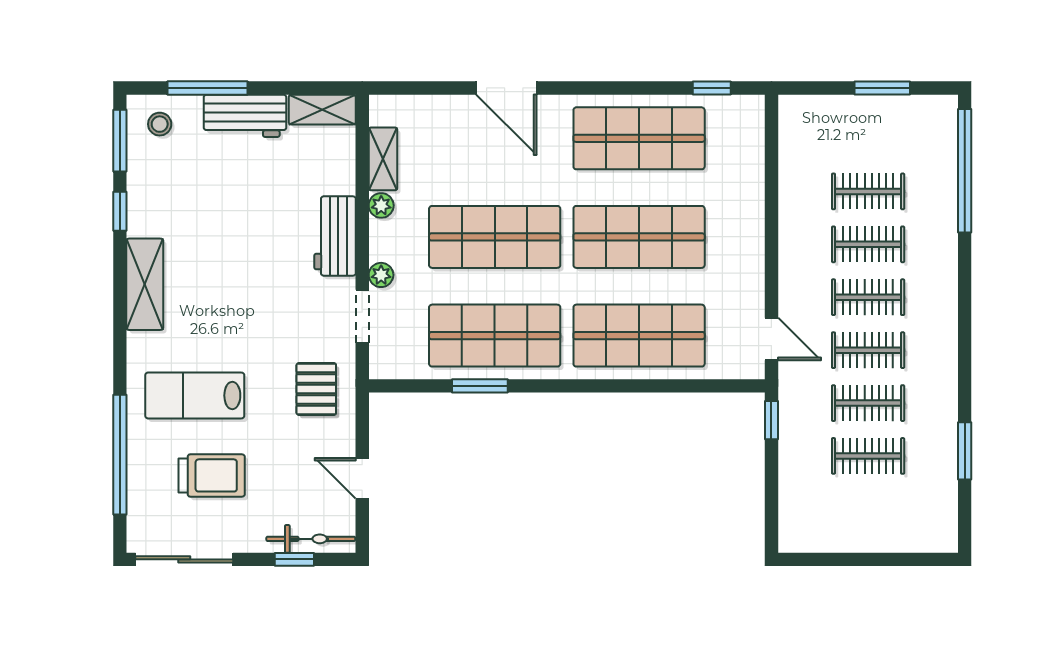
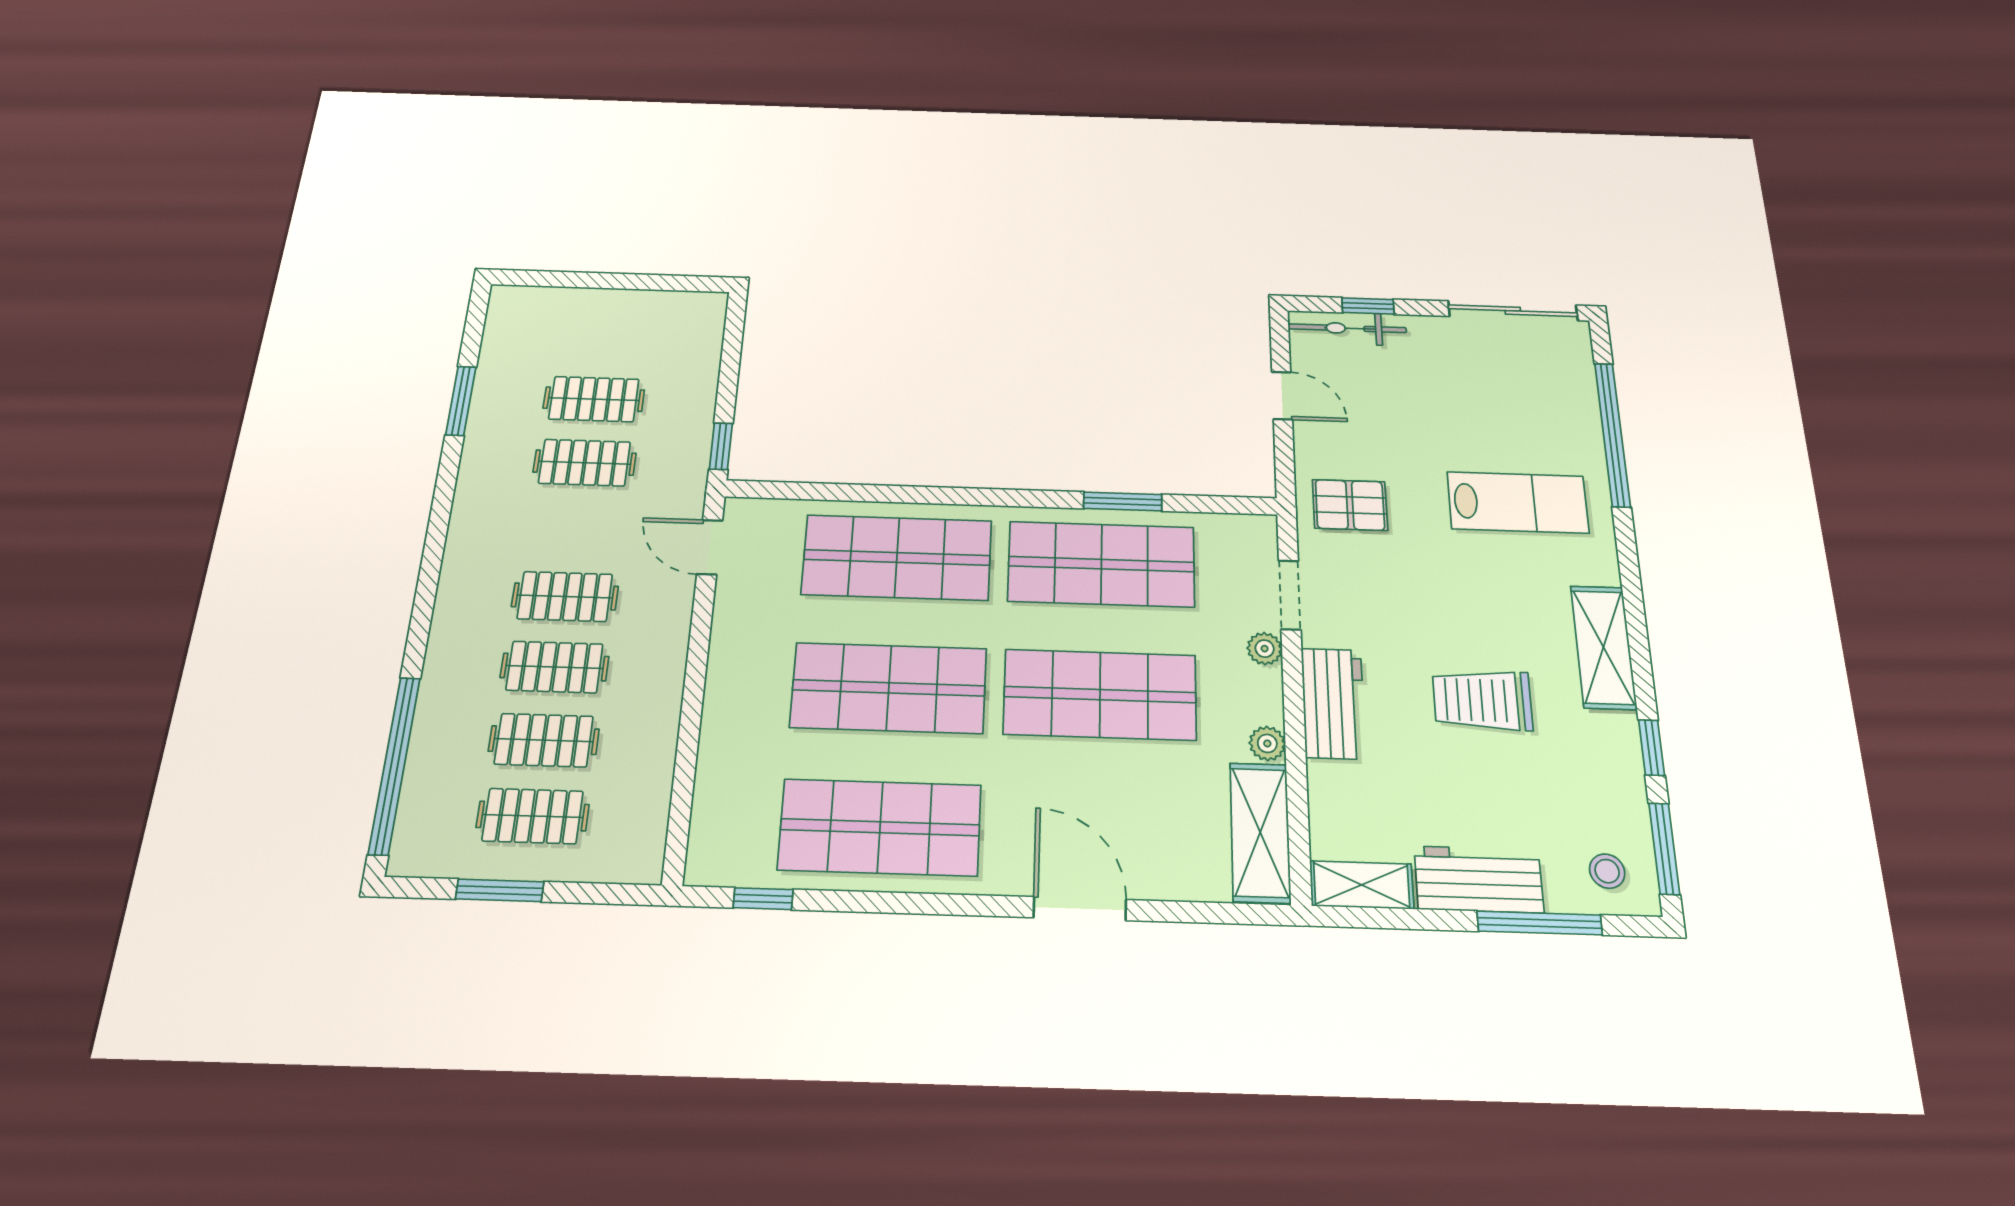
shelving: (383, 159) -> (1260, 832), width x1.50, depth x1.33
clothes rail: (868, 350) -> (533, 816), moved
pallet: (316, 389) -> (1350, 505), turned 90
trolley: (212, 475) -> (1482, 700), moved

